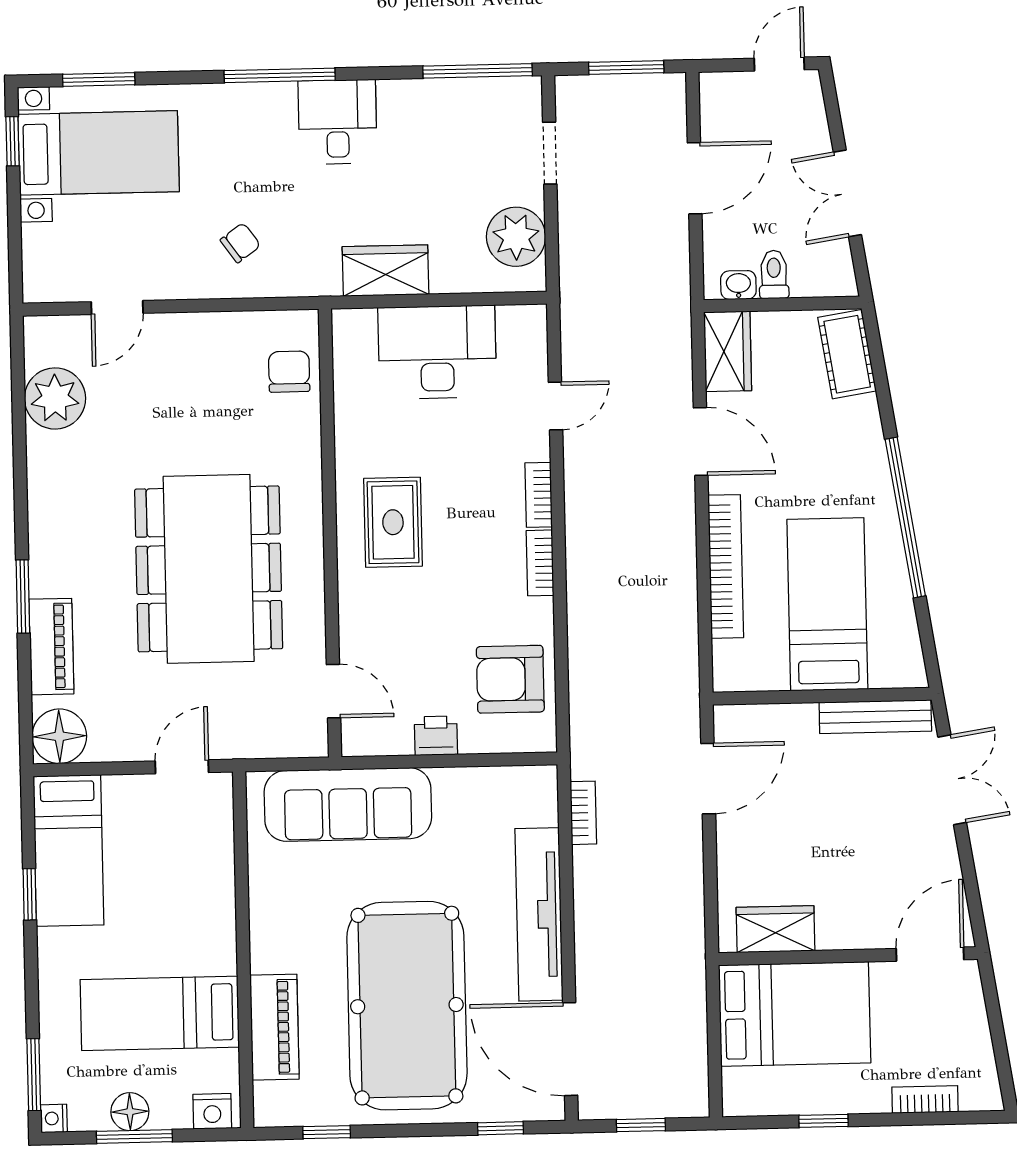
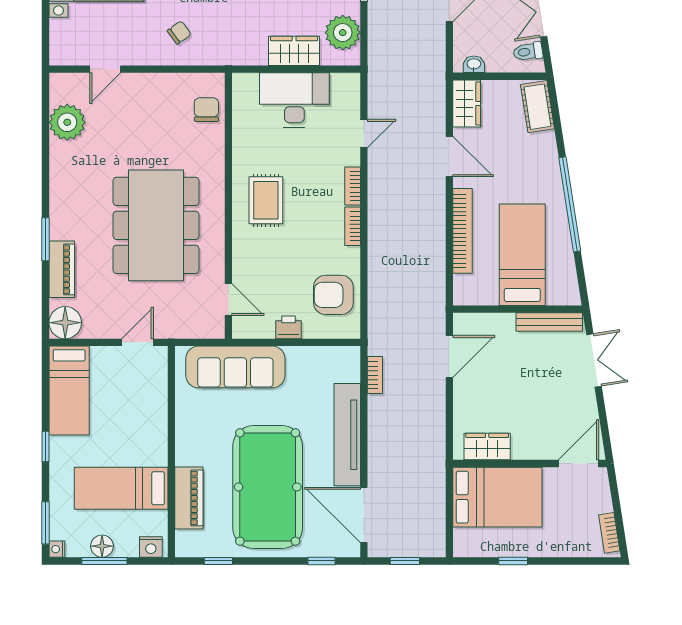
wardrobe: (386, 271) -> (294, 51), moved
toilet: (774, 274) -> (528, 52), moved, turned -99
window: (30, 894) -> (45, 447), moved
bookcase: (925, 1099) -> (609, 533), moved, turned -99

